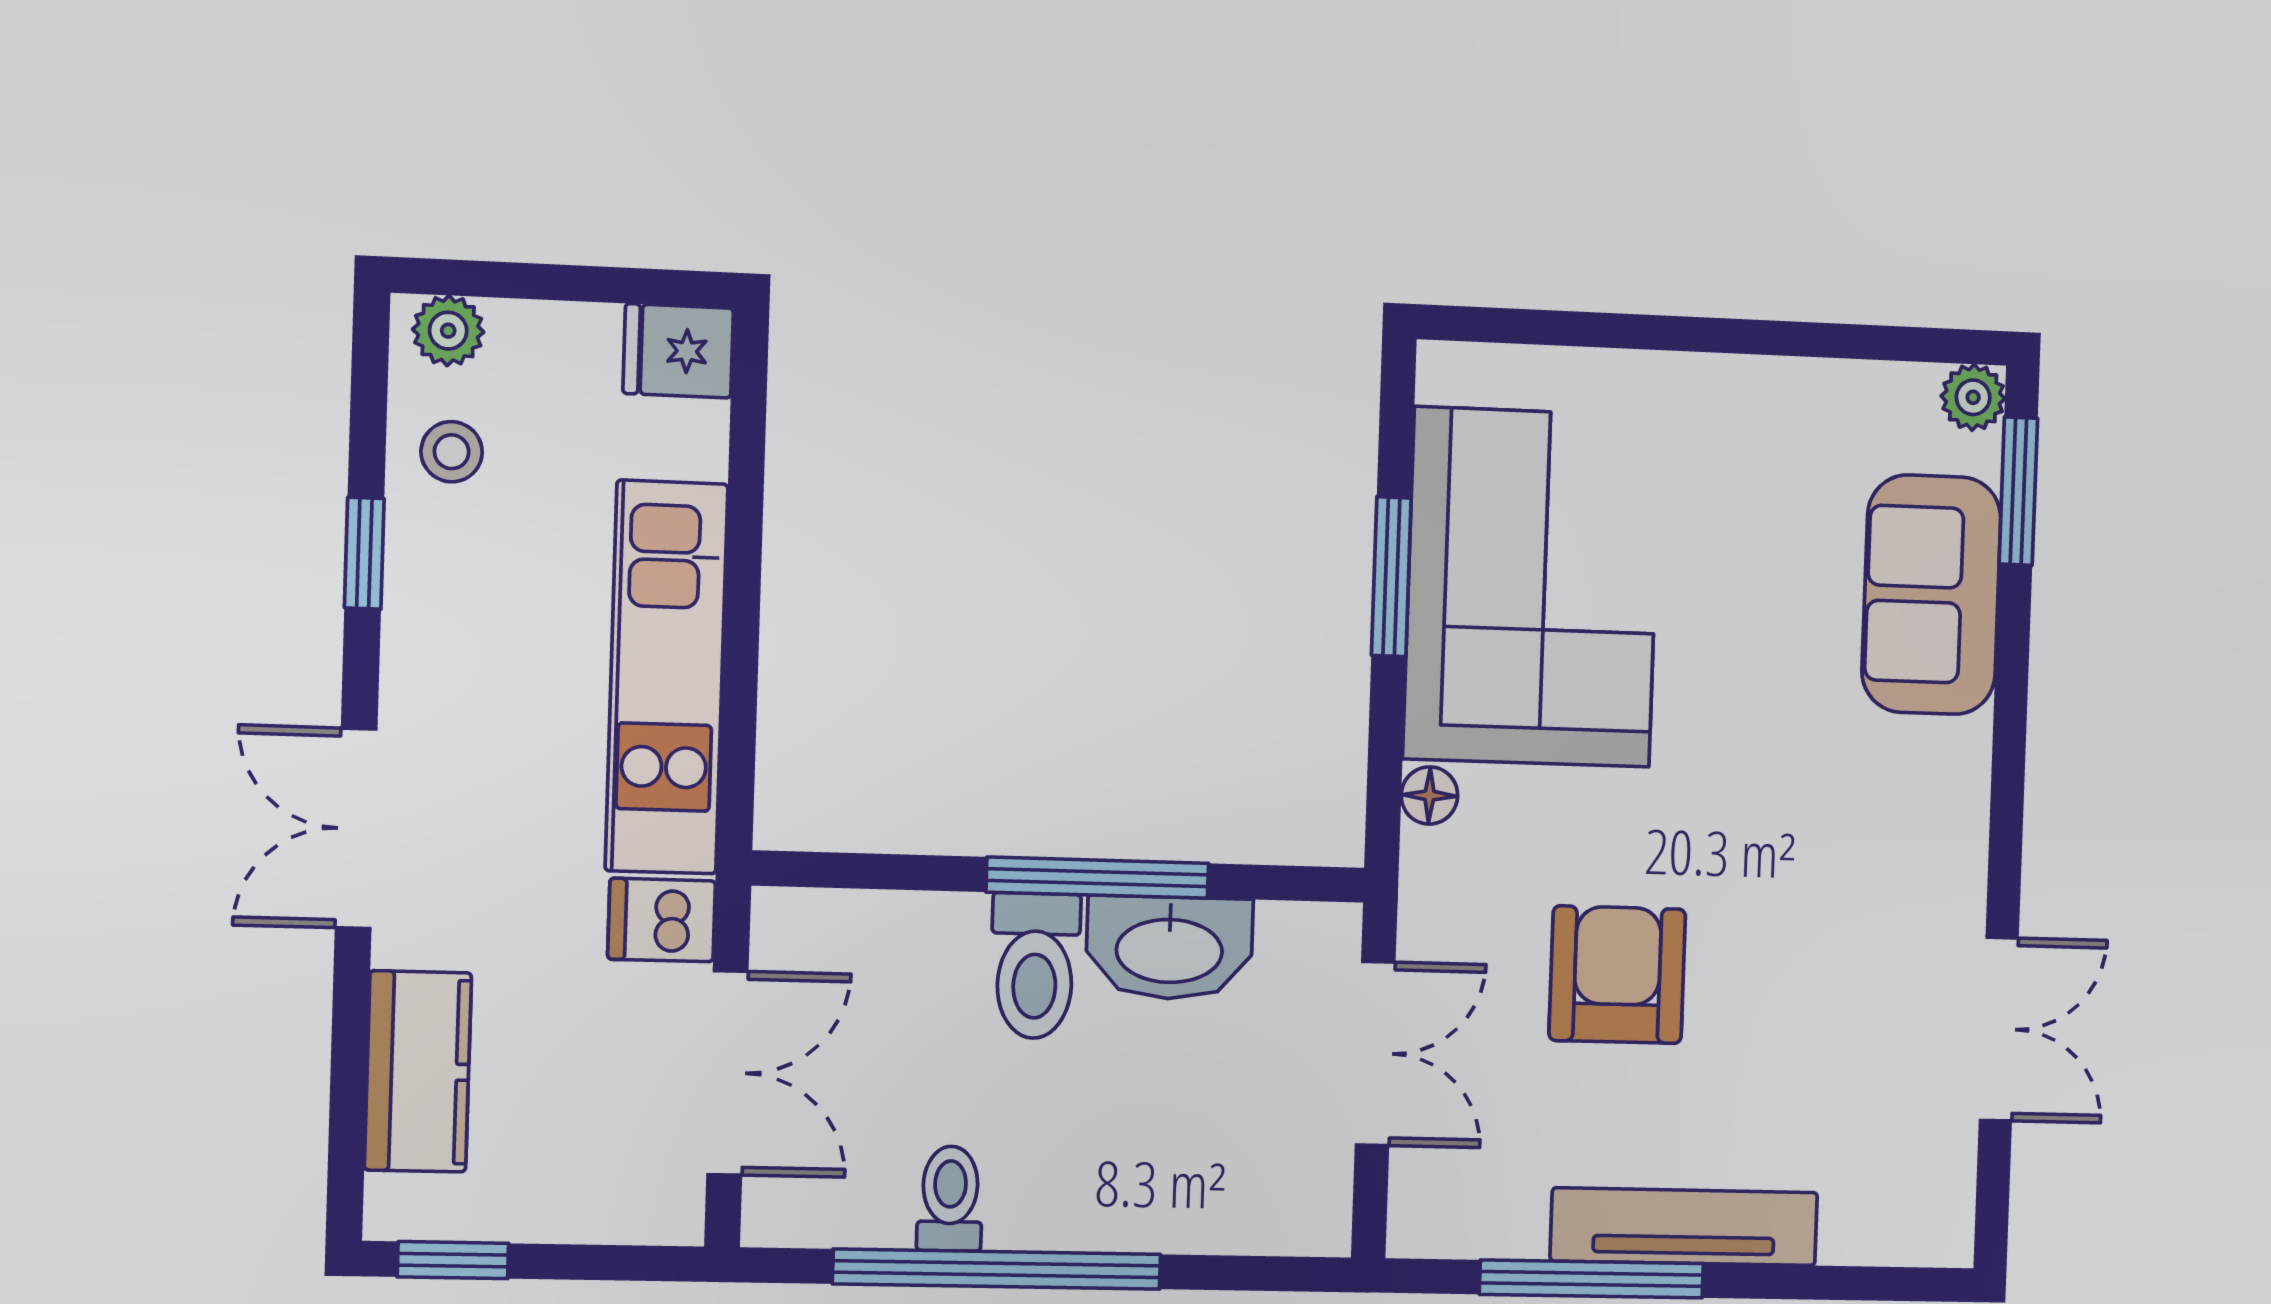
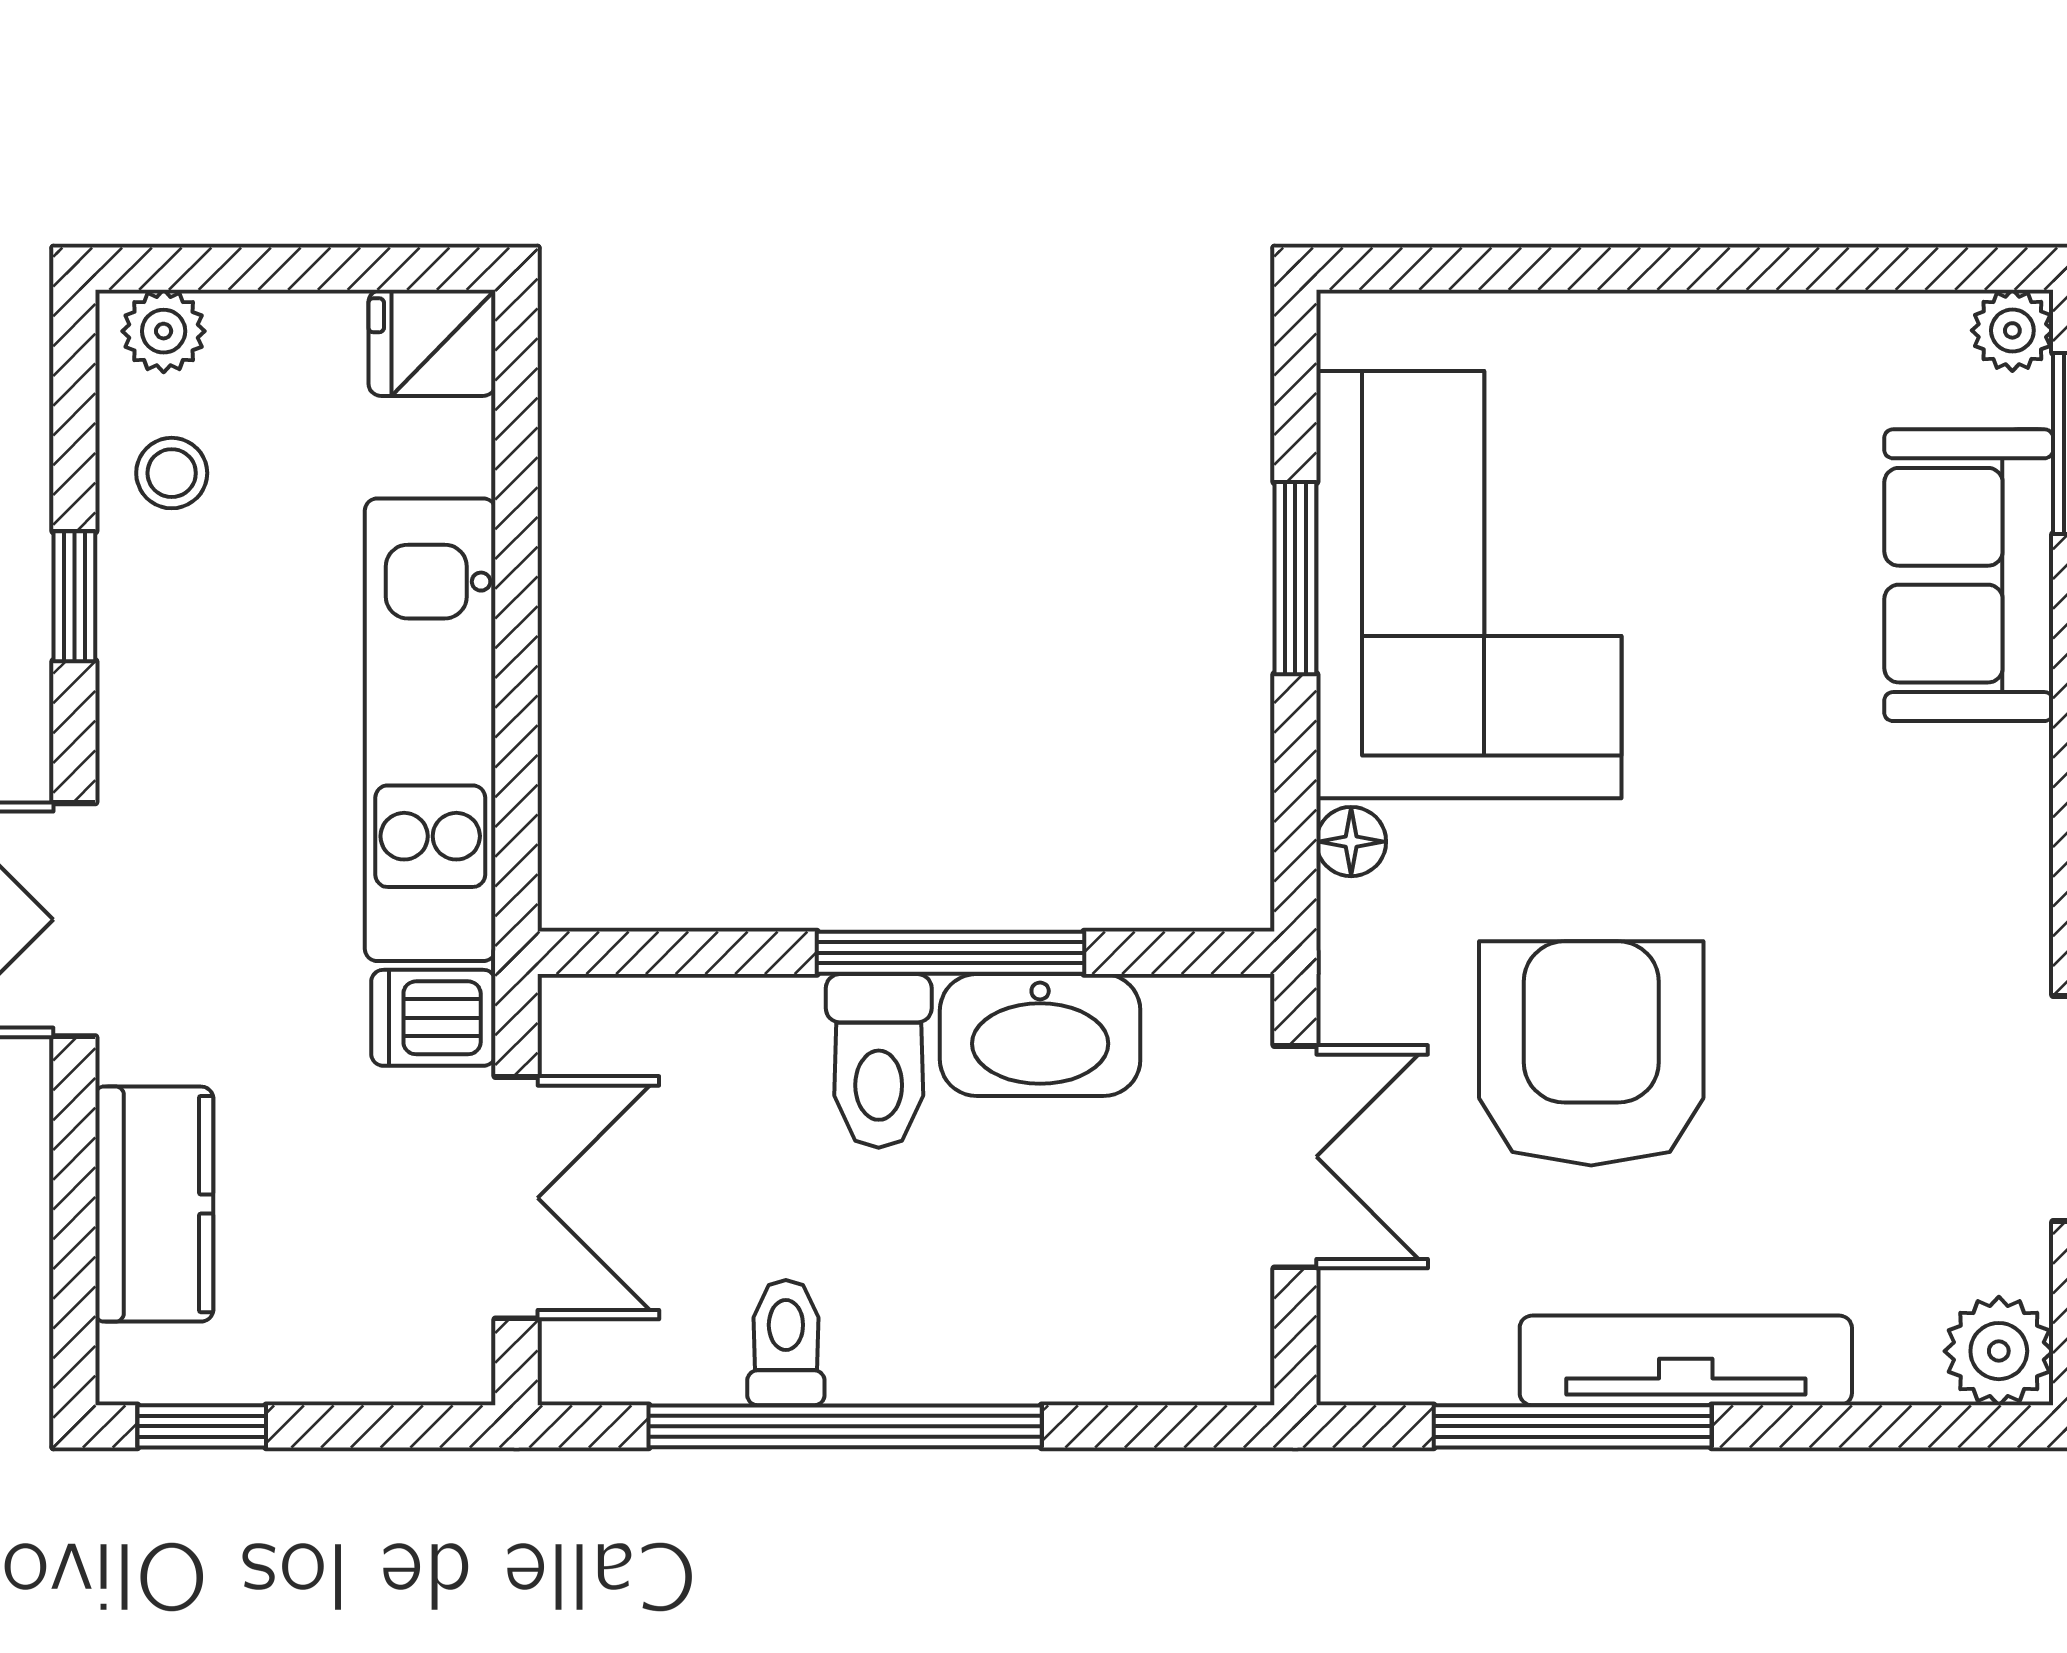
armchair: (1617, 975) -> (1591, 1053), width x1.36, depth x1.36
plant: (1932, 1224) -> (1999, 1351), added

